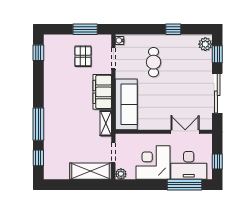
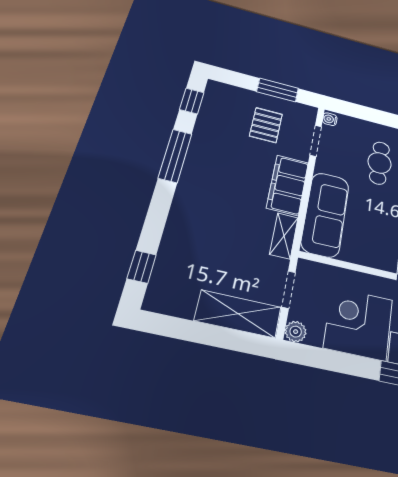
window: (38, 124) -> (175, 156), moved

